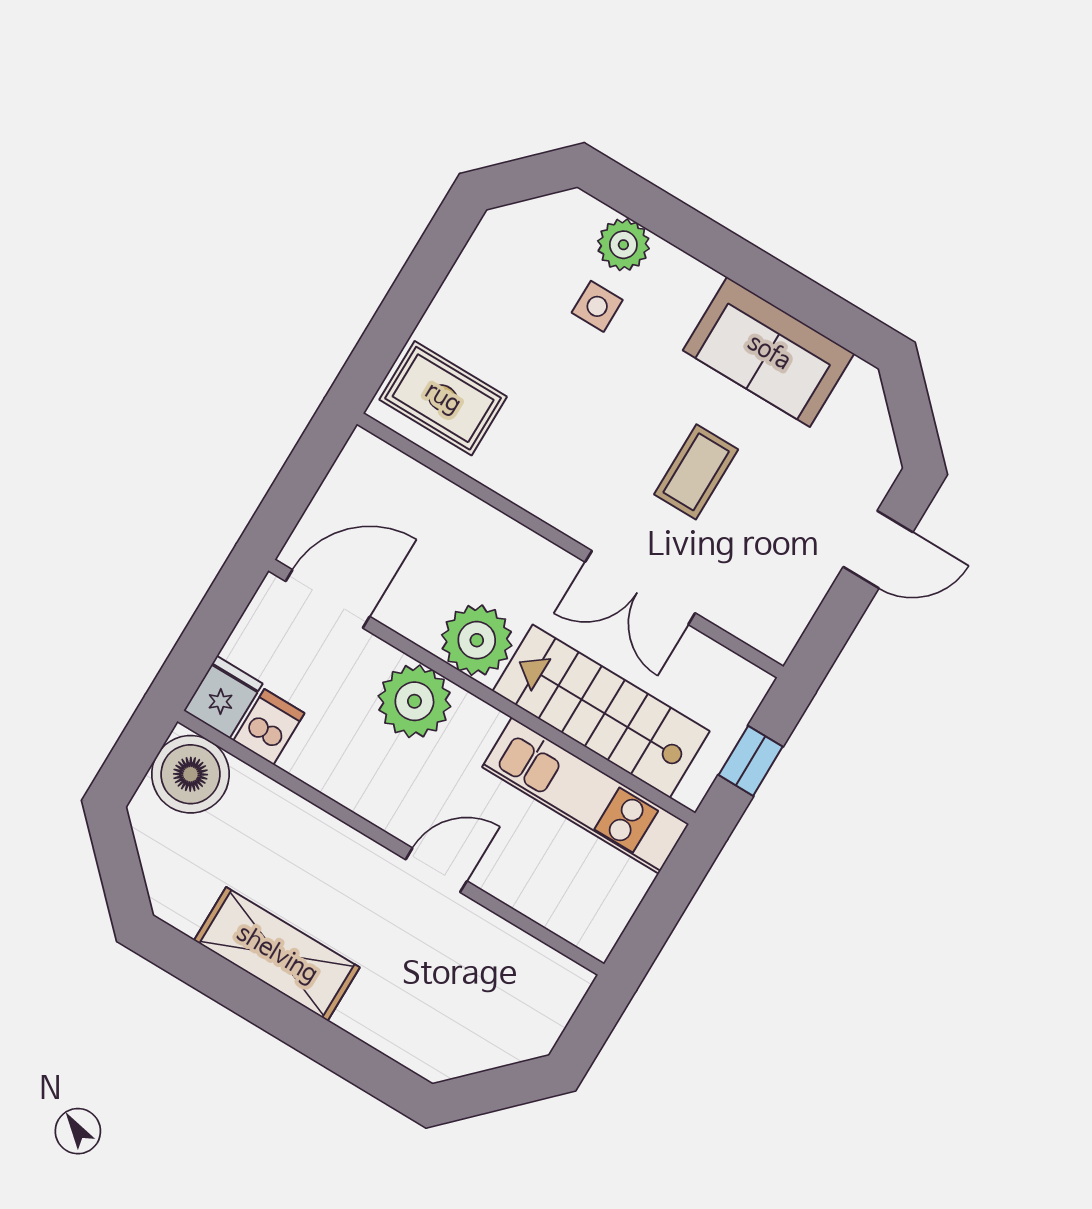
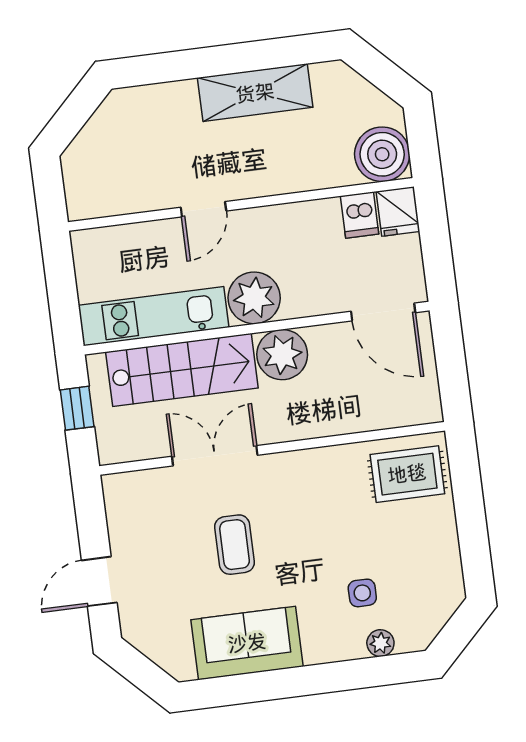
plant: (623, 245) -> (380, 643), width x0.73, depth x0.73
door: (328, 599) -> (383, 312), hinge flipped
plant: (414, 701) -> (254, 298), moved

